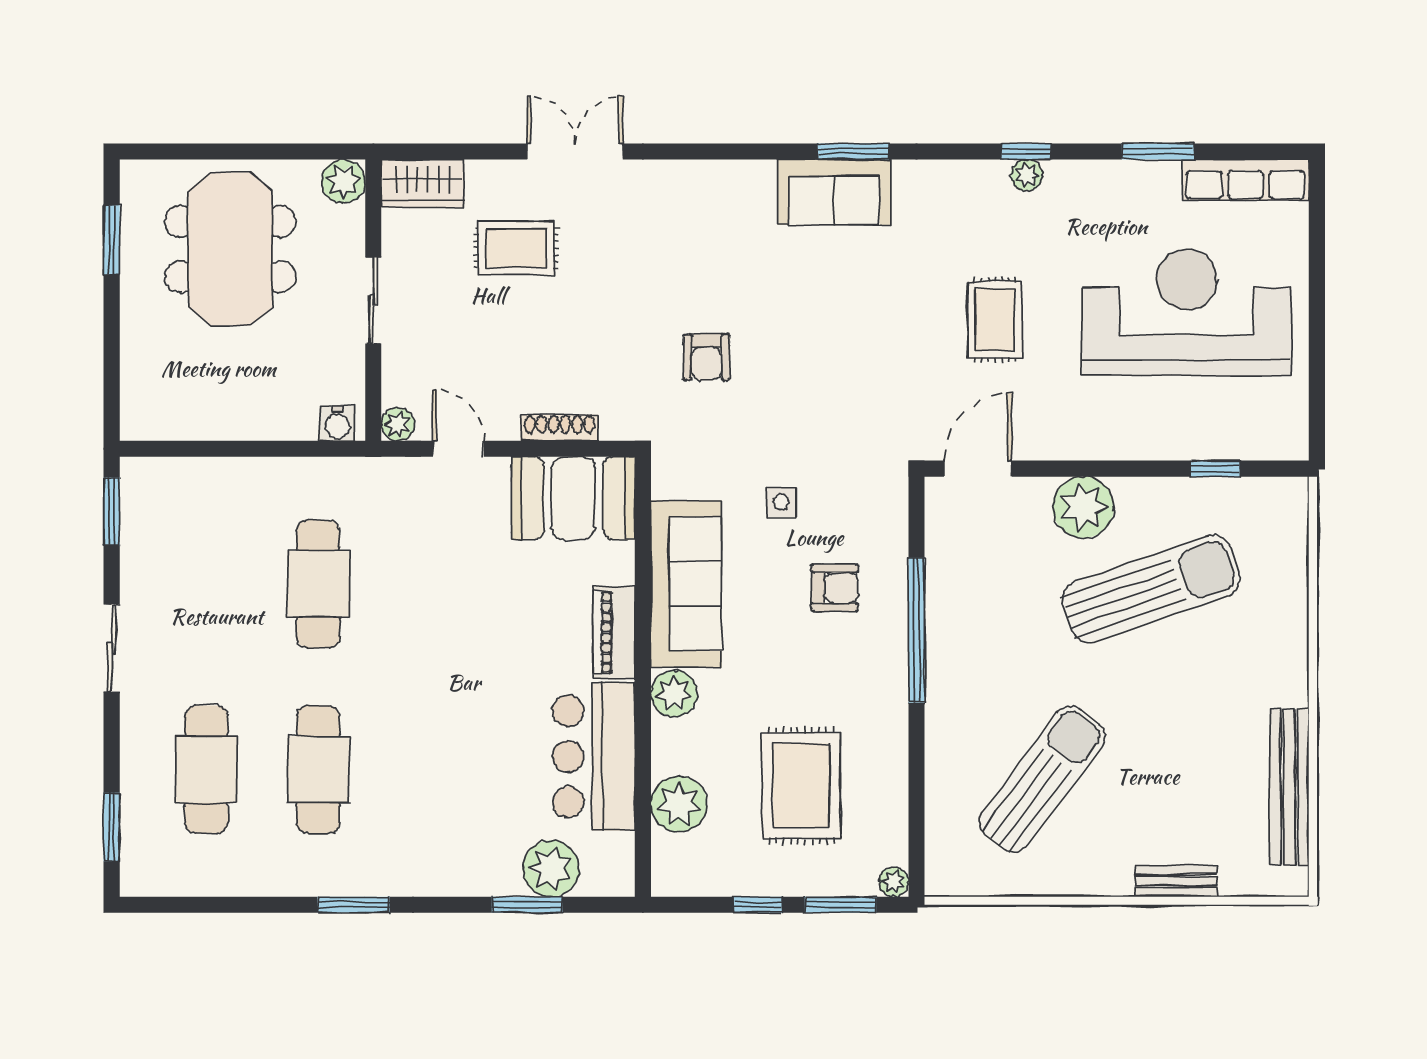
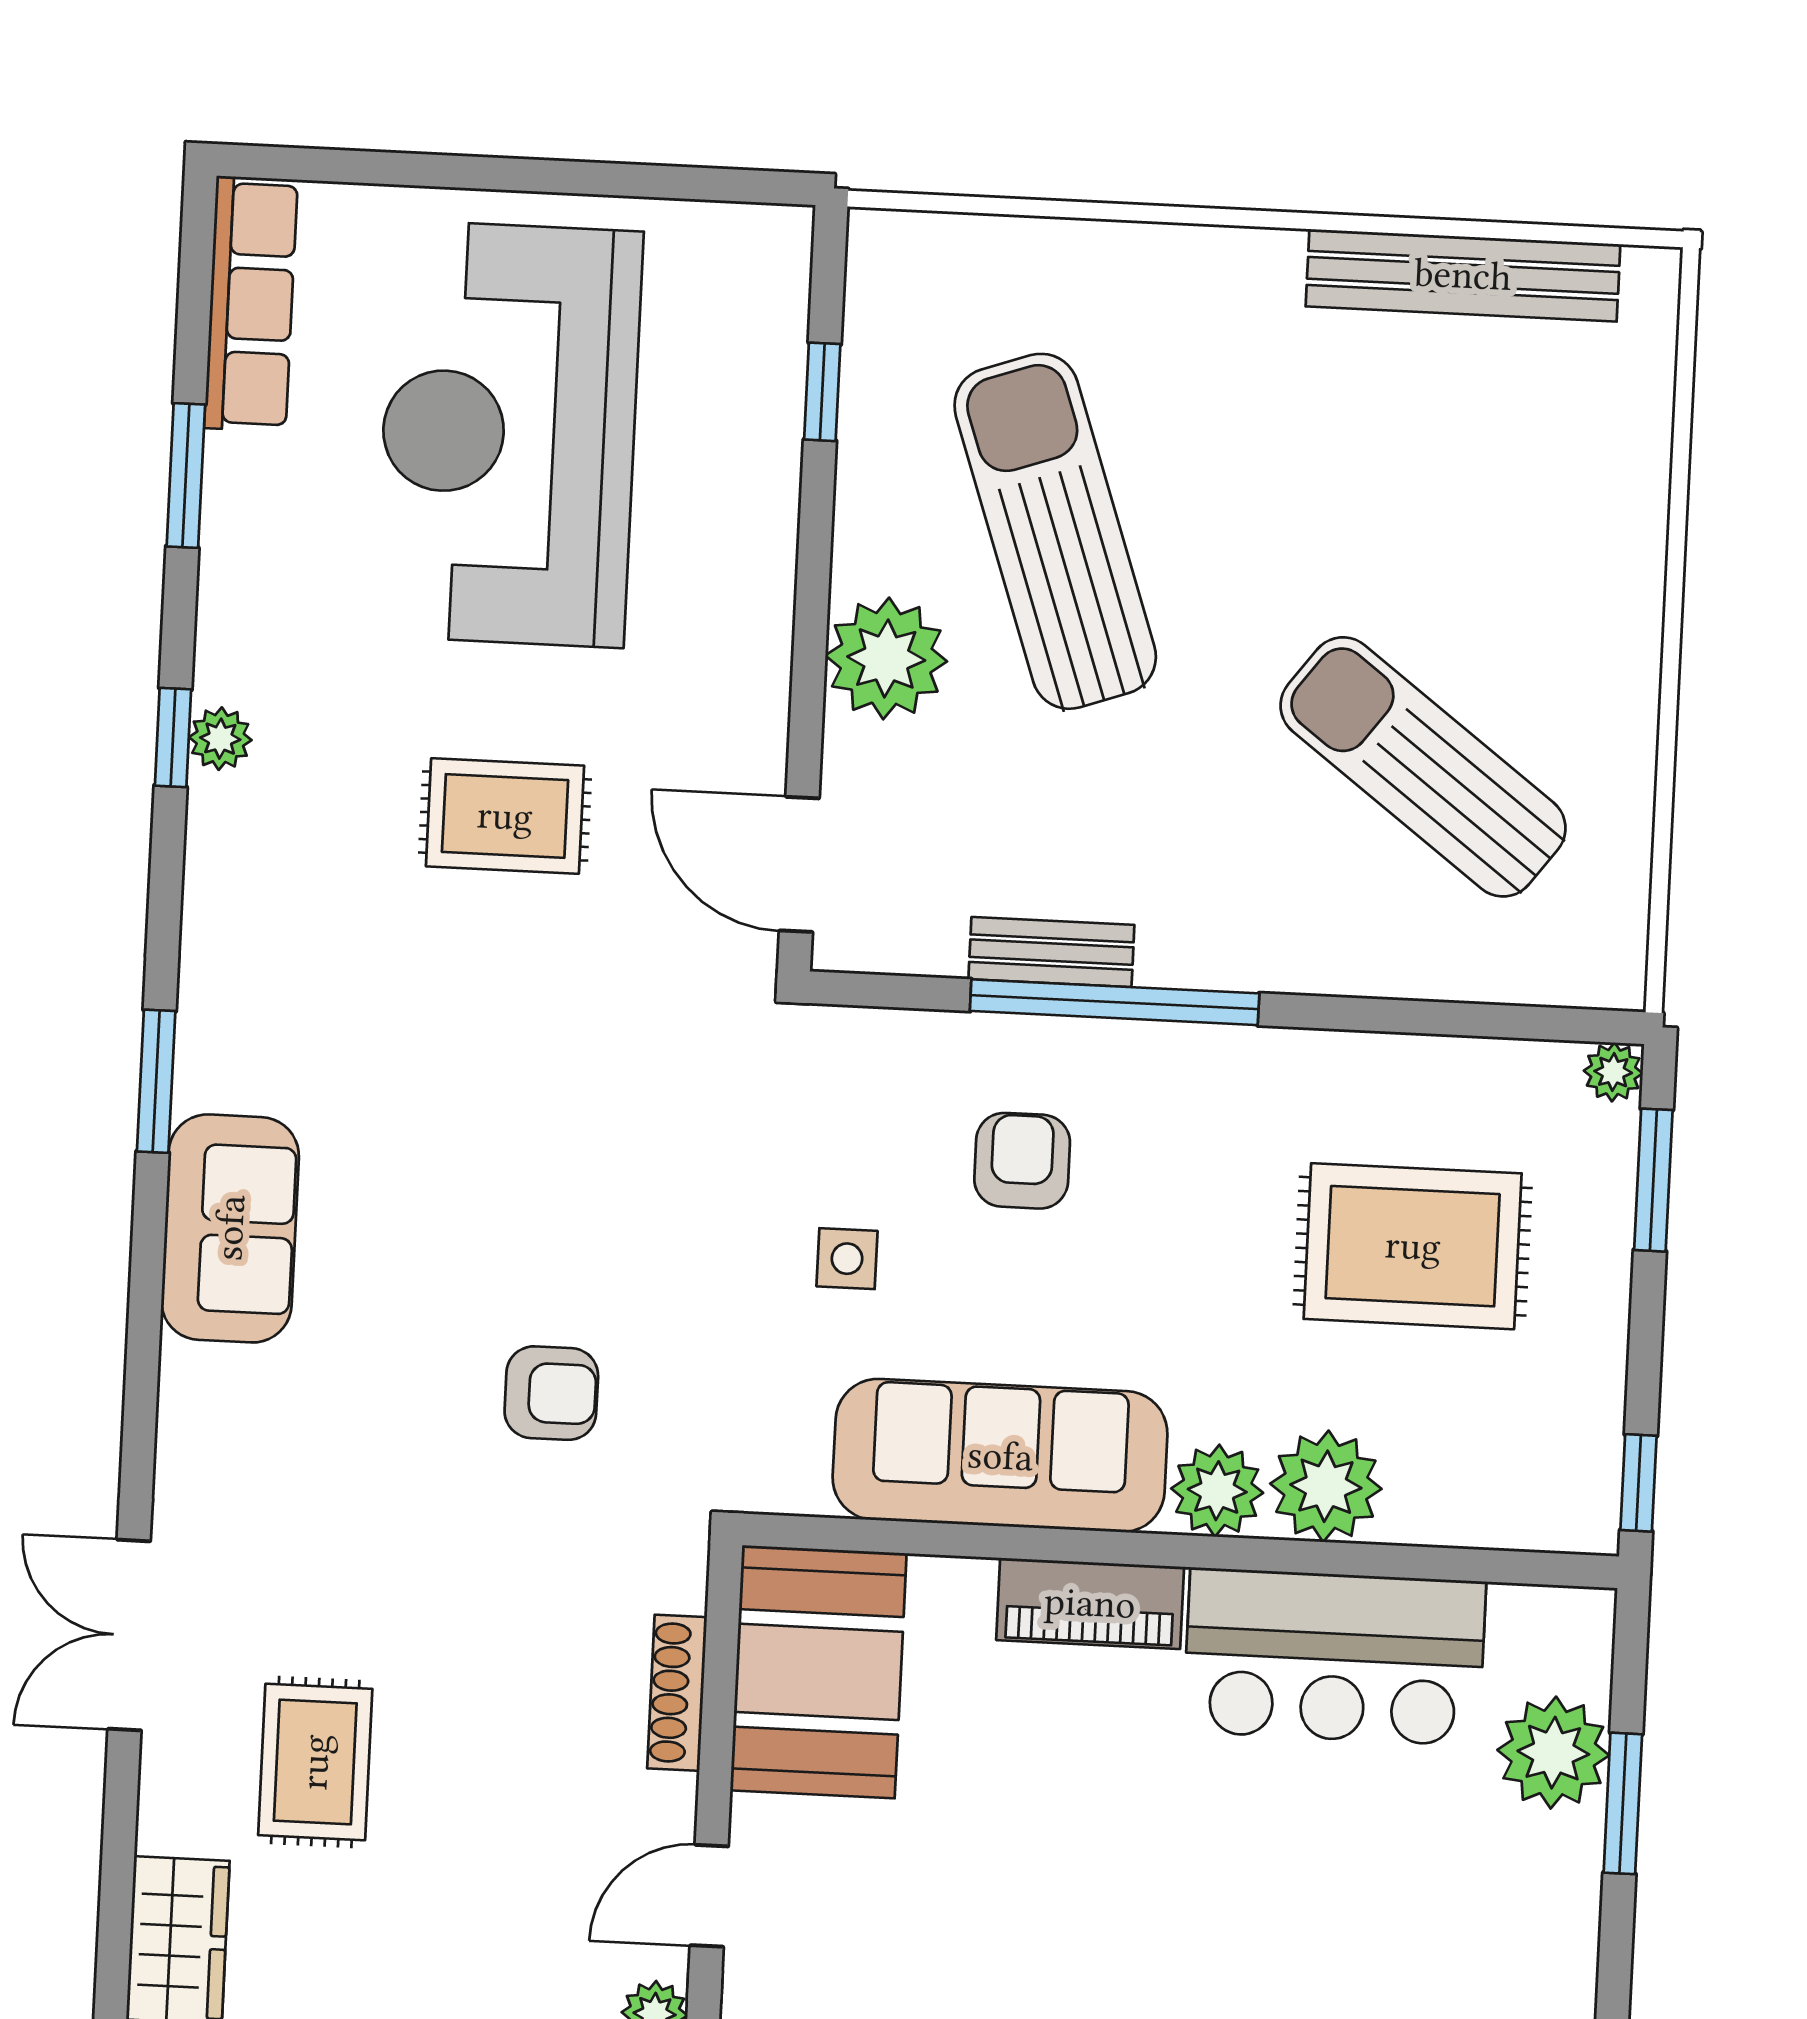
sofa: (834, 192) -> (230, 1228), moved
plant: (679, 804) -> (1326, 1486), moved
bench: (1176, 881) -> (1051, 952), moved, turned 90
window: (758, 905) -> (1639, 1483), moved

